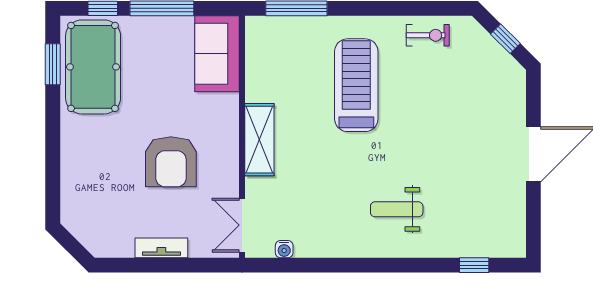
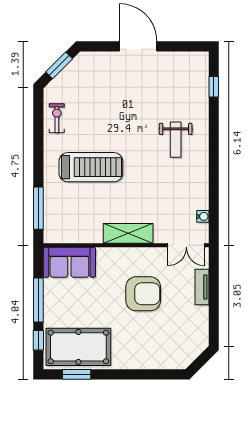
window: (505, 39) -> (59, 65), width x1.50
treadmill: (356, 85) -> (91, 167), turned 180
tv unit: (161, 248) -> (202, 287), moved

